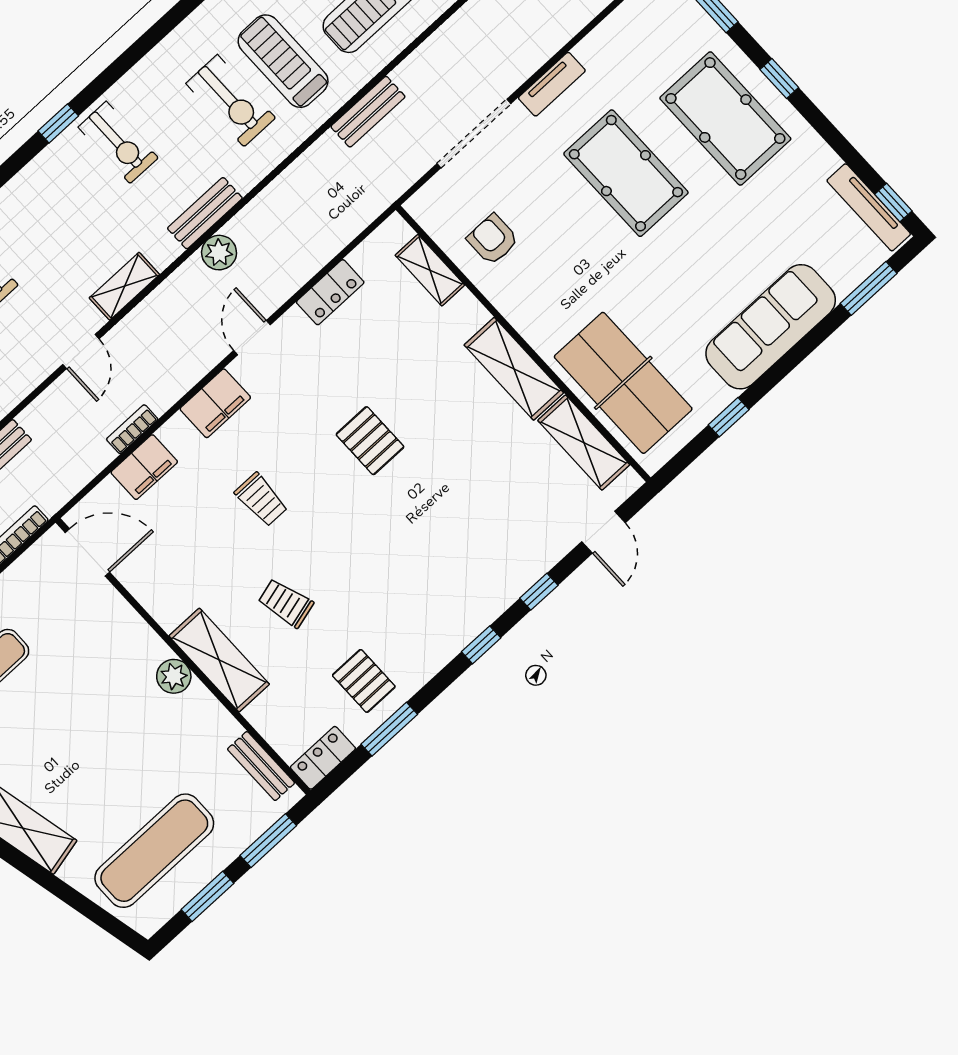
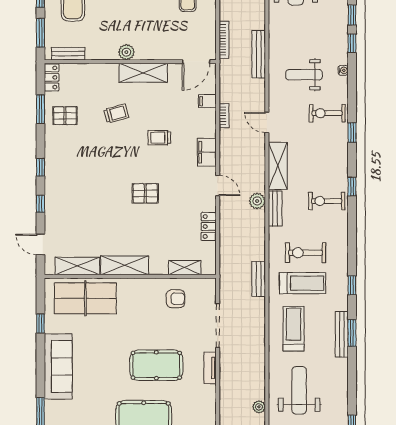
bench: (368, 112) -> (259, 279), moved
shelving: (124, 286) -> (278, 166), width x1.50, depth x1.33
filing cabinet: (144, 467) -> (207, 101), width x0.50
shelving: (219, 660) -> (143, 73), moved

